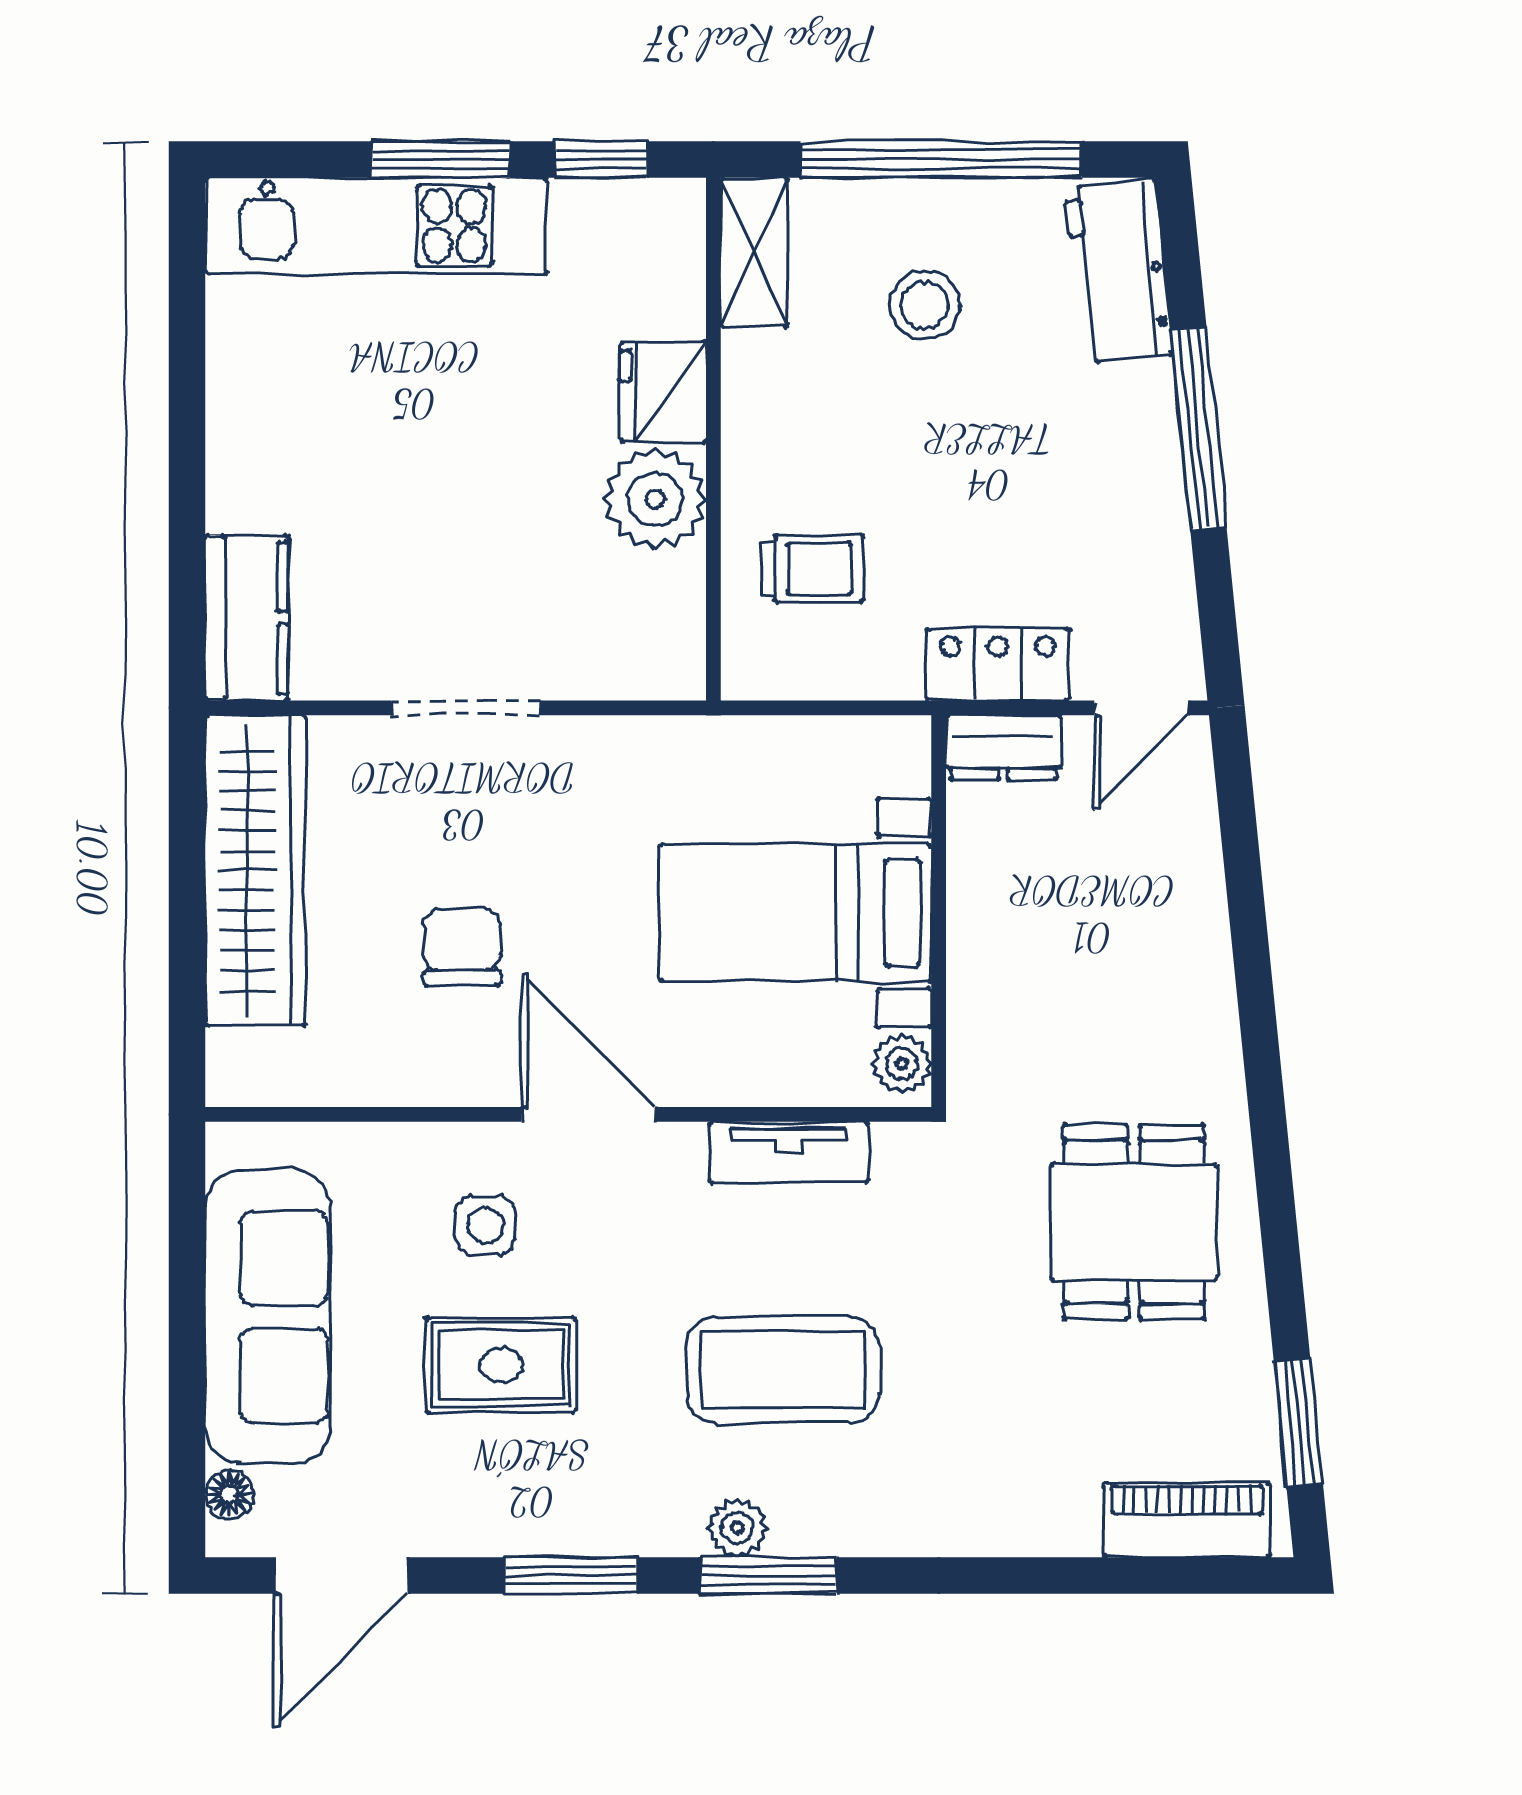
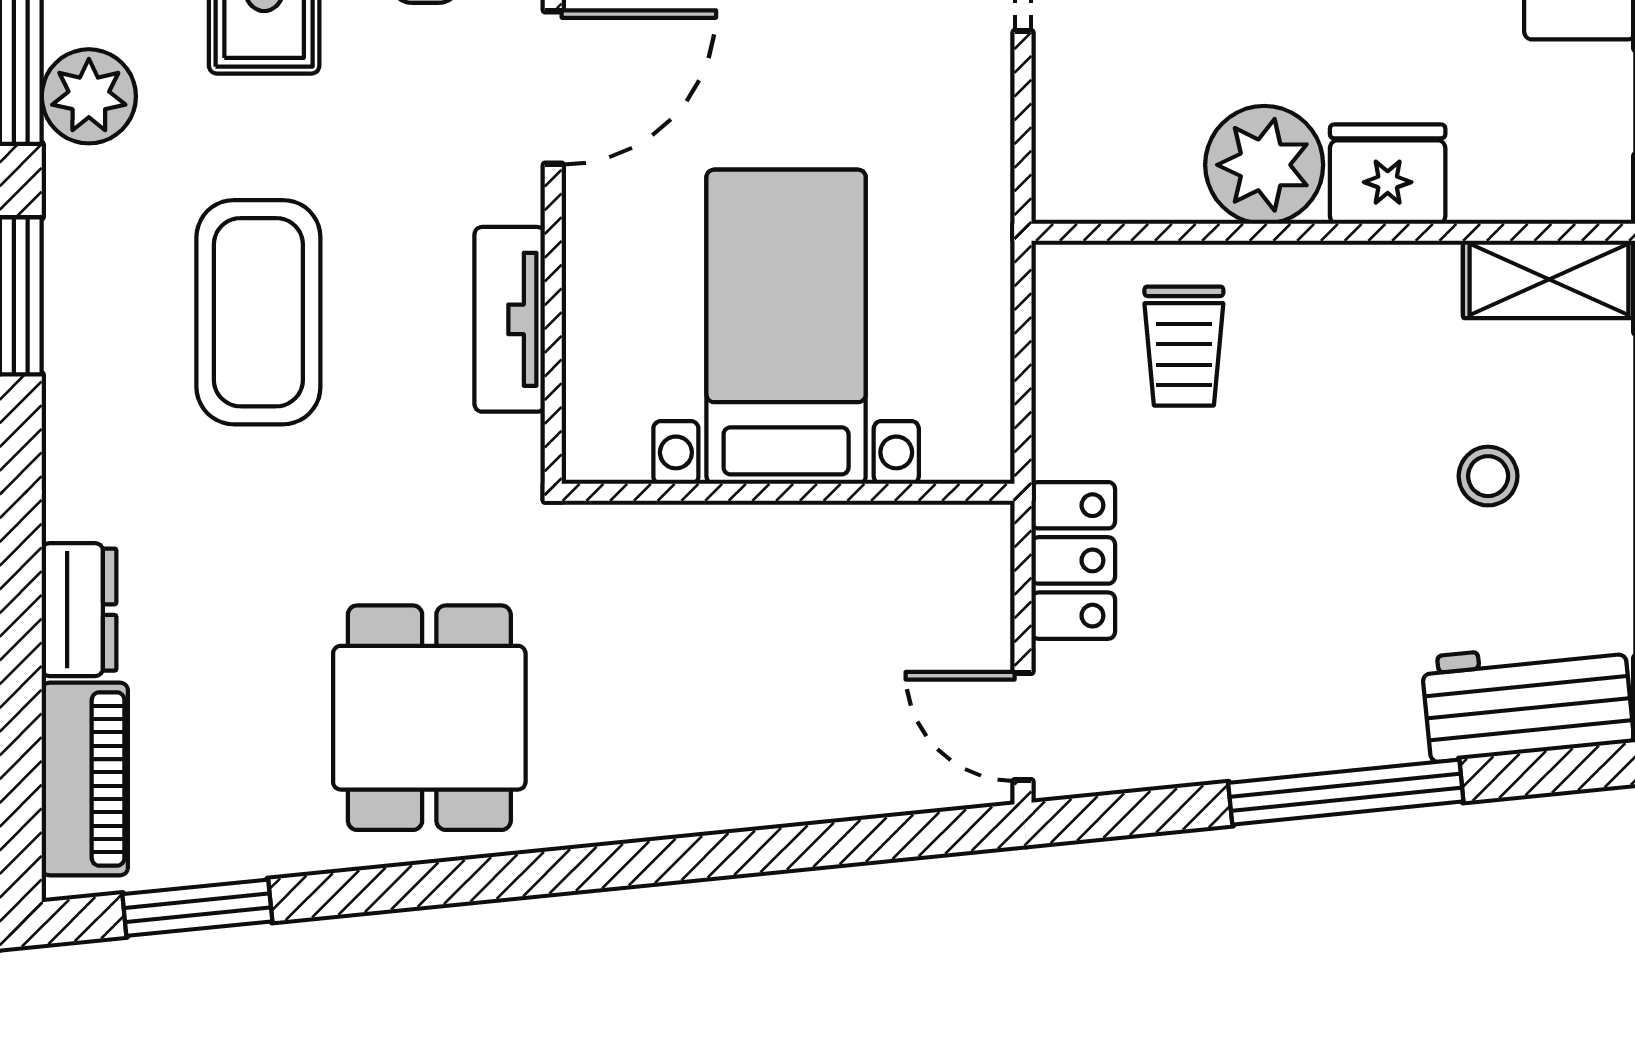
stool: (925, 305) -> (1488, 476), width x0.73, depth x0.73
dresser: (1003, 747) -> (79, 610), moved, turned 180
plant: (902, 1063) -> (612, 449), removed
dining table: (1134, 1222) -> (429, 718), turned 90
plant: (737, 1528) -> (89, 96), moved, width x1.38, depth x1.38

